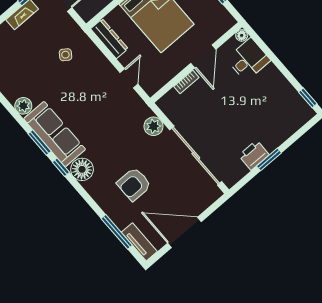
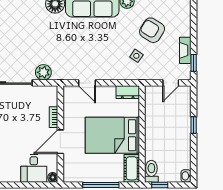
dresser: (109, 39) -> (128, 92), width x0.70
door: (203, 56) -> (60, 142), hinge flipped
armchair: (134, 184) -> (152, 30), moved, turned -58

